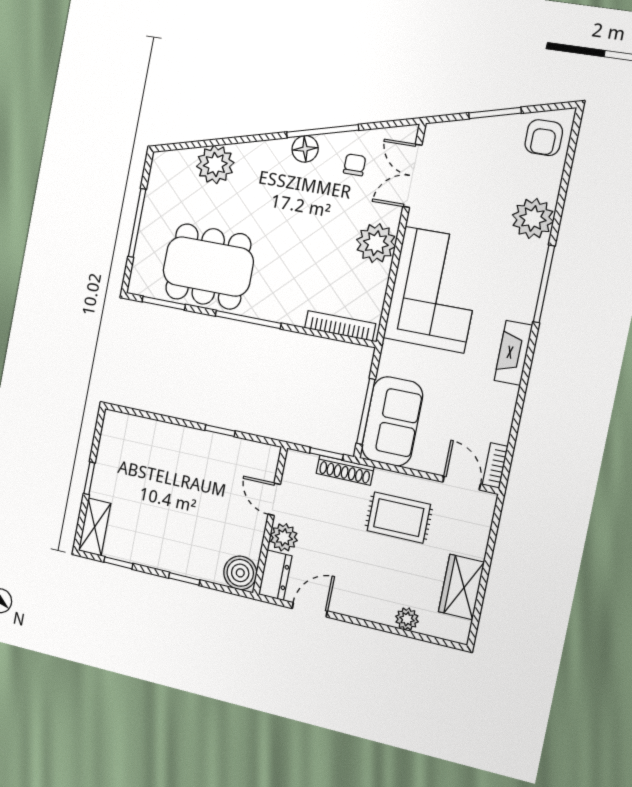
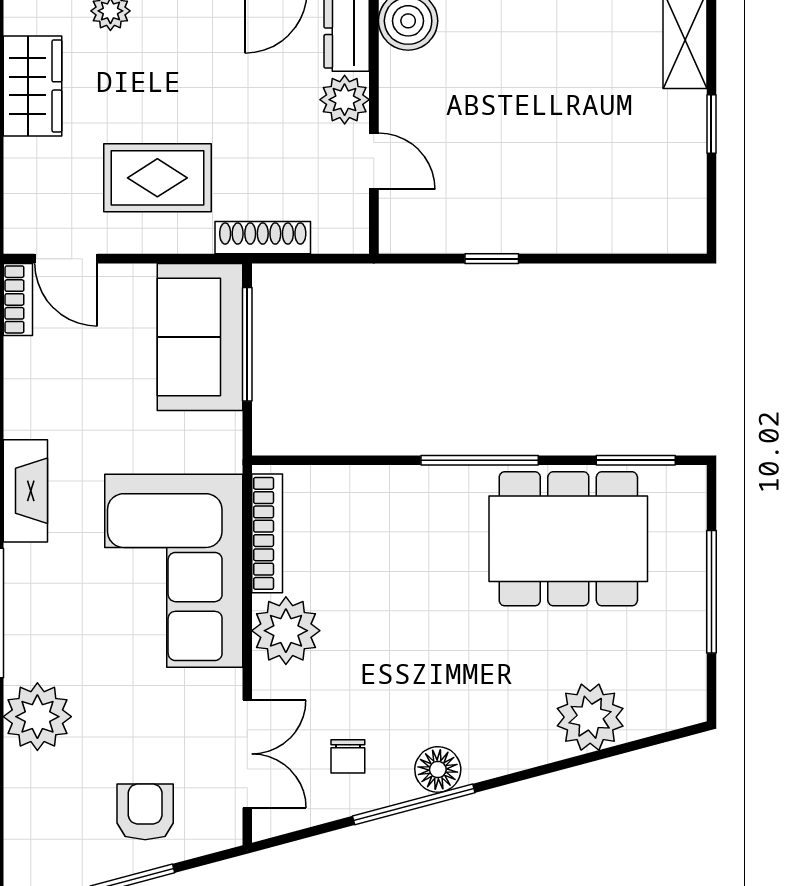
armchair: (544, 138) -> (145, 812), moved
bookcase: (340, 326) -> (267, 533), moved, turned -90
window: (326, 454) -> (300, 259), removed

